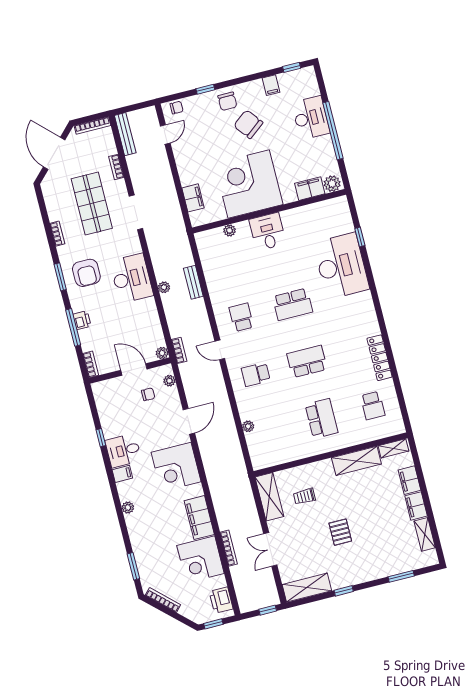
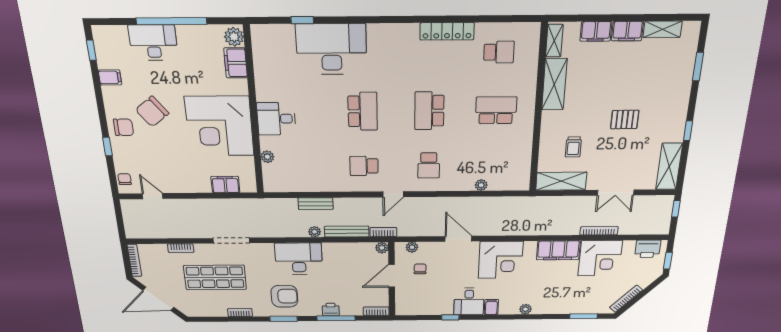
bench: (125, 134) -> (347, 232), moved

